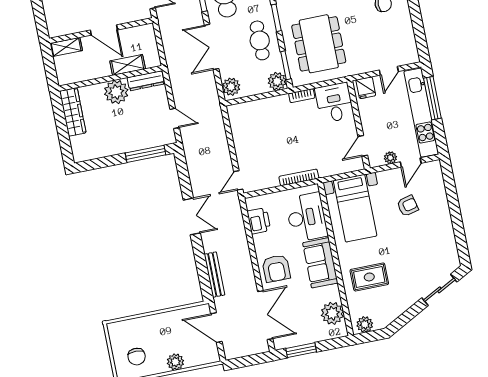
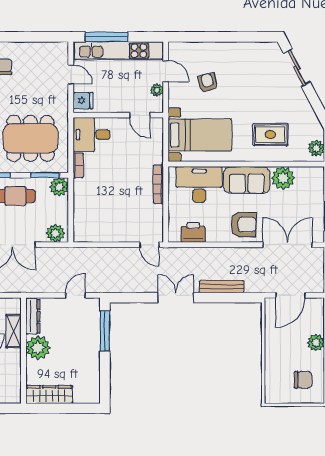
bench: (215, 275) -> (222, 287), moved
rug: (369, 277) -> (270, 134), turned 90
plant: (332, 313) -> (283, 178), moved

